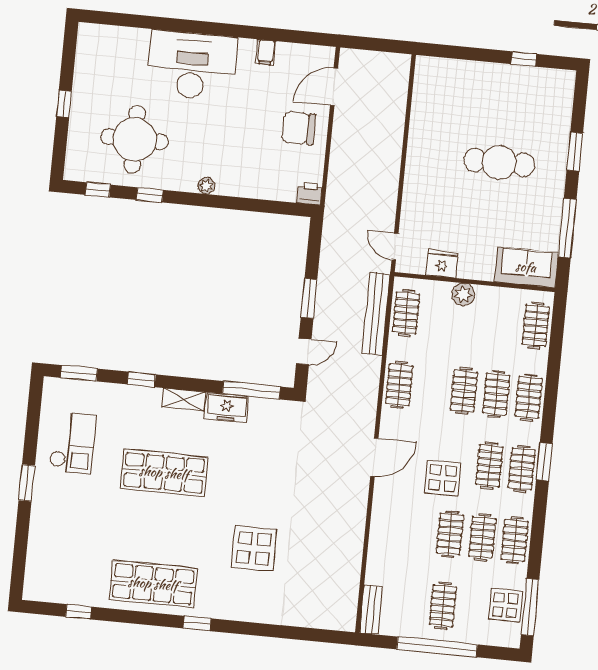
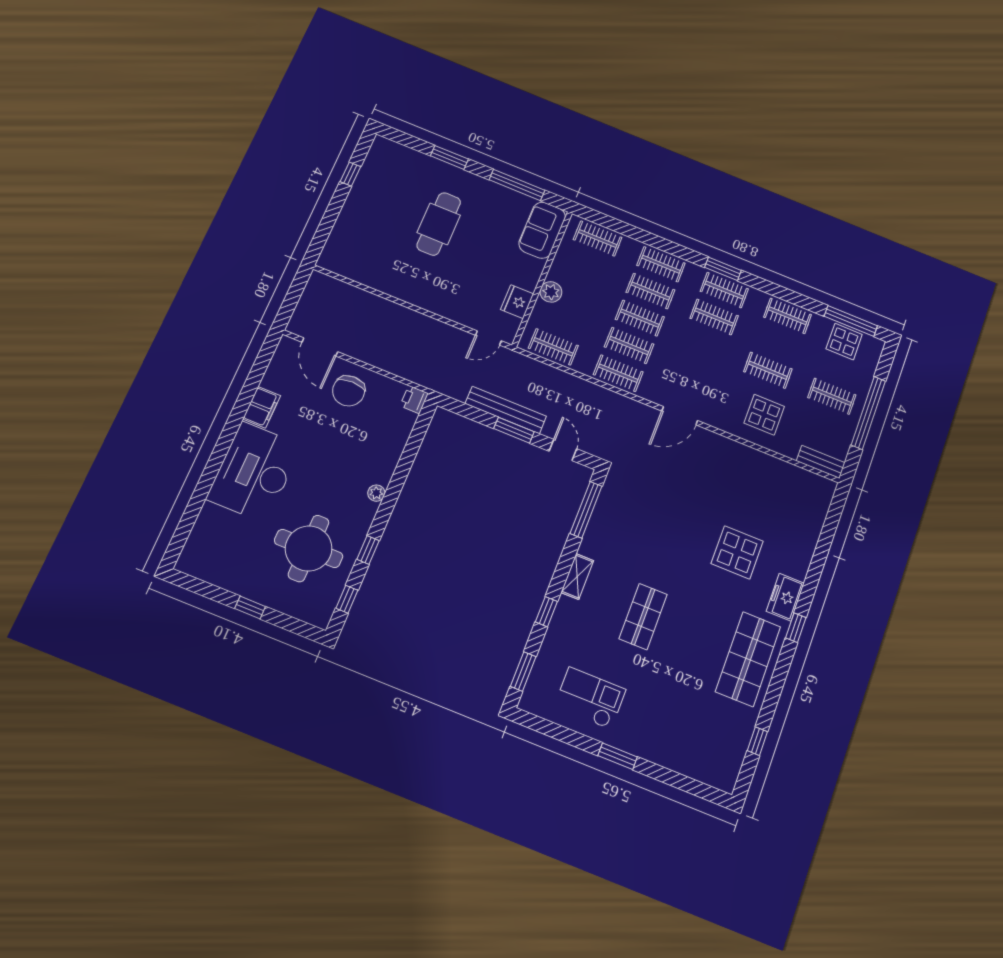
filing cabinet: (266, 52) -> (262, 407), width x2.00
bench: (376, 314) -> (506, 410), moved
freezer: (227, 408) -> (785, 597), moved, turned 180
door: (374, 457) -> (680, 416), swing flipped
shop shelf: (164, 473) -> (643, 617), width x0.70, depth x0.74
display table: (443, 478) -> (764, 415), moved
clothes rail: (482, 537) -> (629, 346), moved

